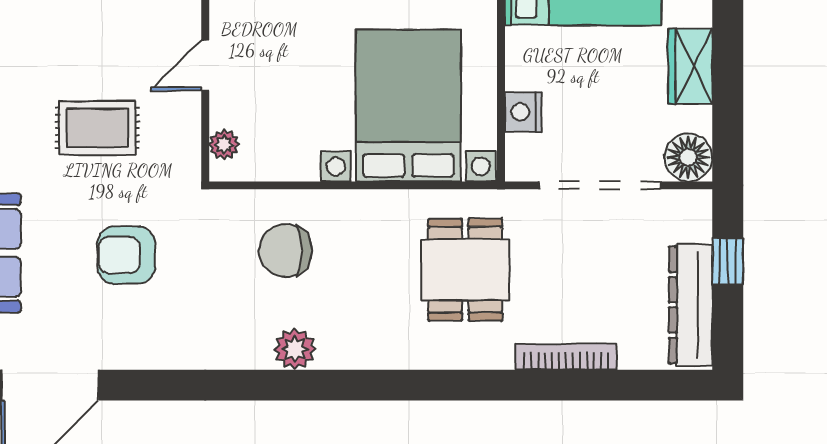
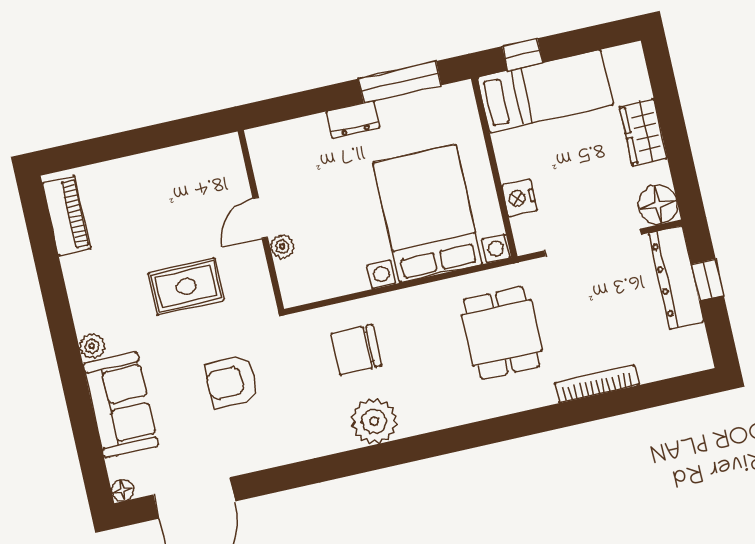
plant: (224, 144) -> (282, 246), moved
dresser: (691, 305) -> (676, 277), moved
plant: (295, 349) -> (374, 421), width x1.36, depth x1.36

